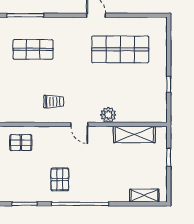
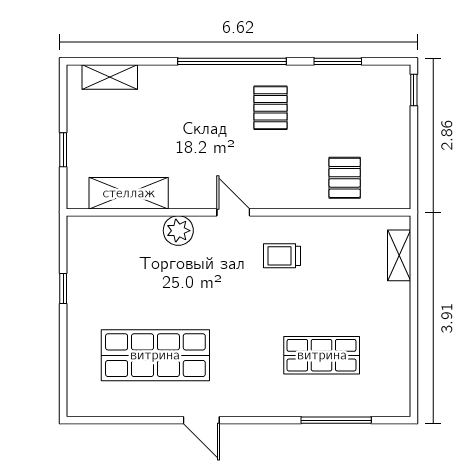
pallet: (21, 143) -> (345, 178), turned 90

